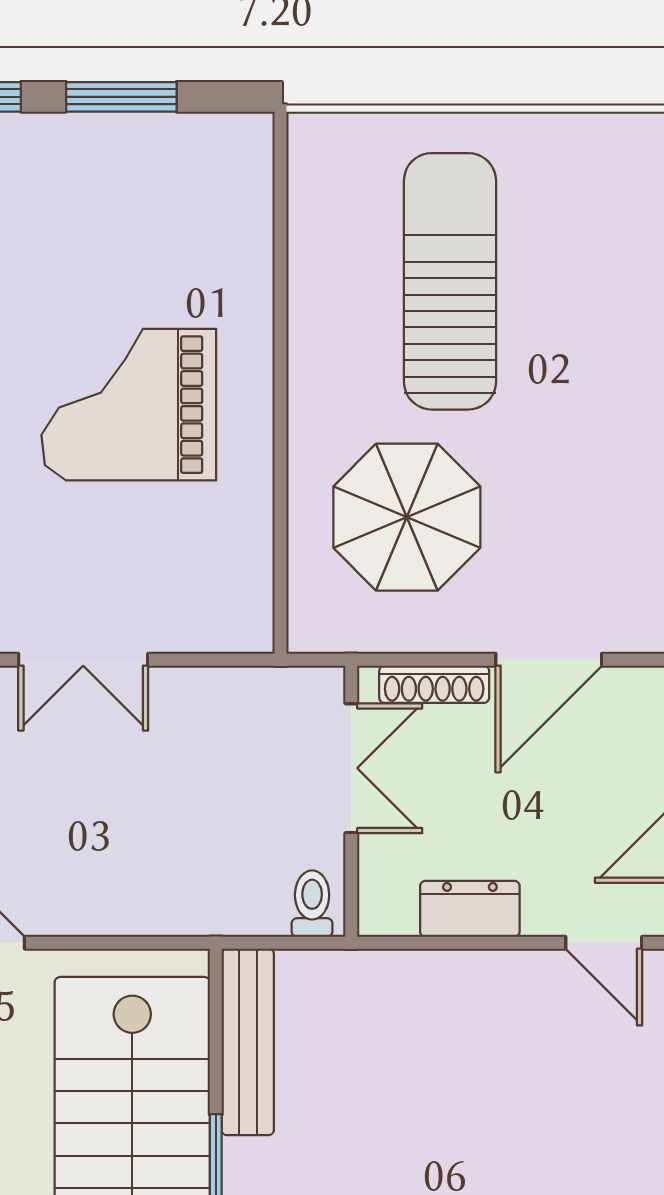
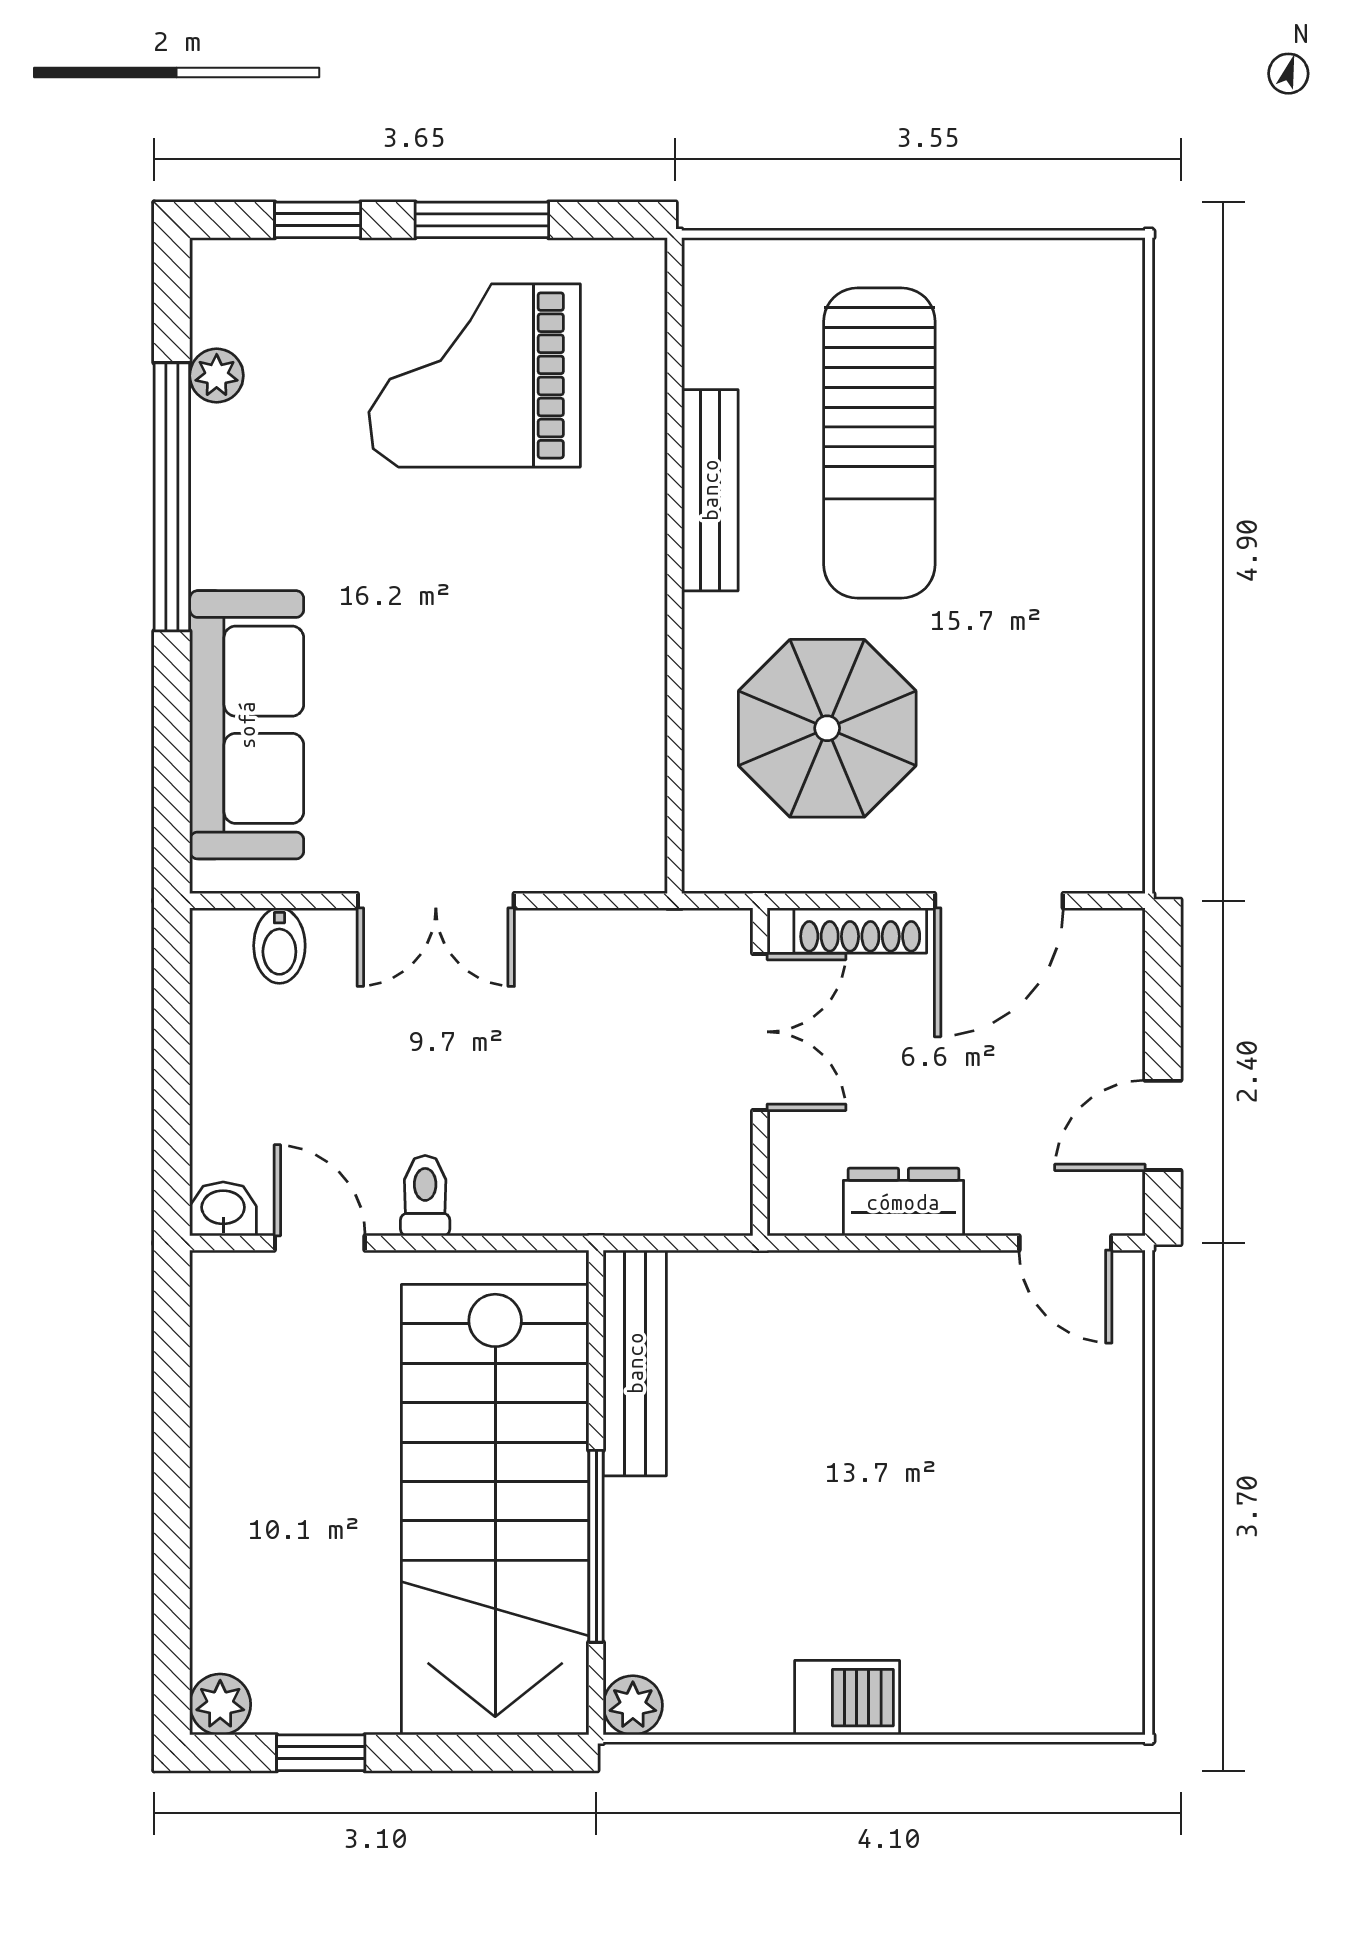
sun lounger: (450, 281) -> (879, 443), turned 180
bench: (310, 320) -> (710, 490), added
grand piano: (129, 405) -> (475, 375), moved
toilet: (312, 904) -> (425, 1196), moved

